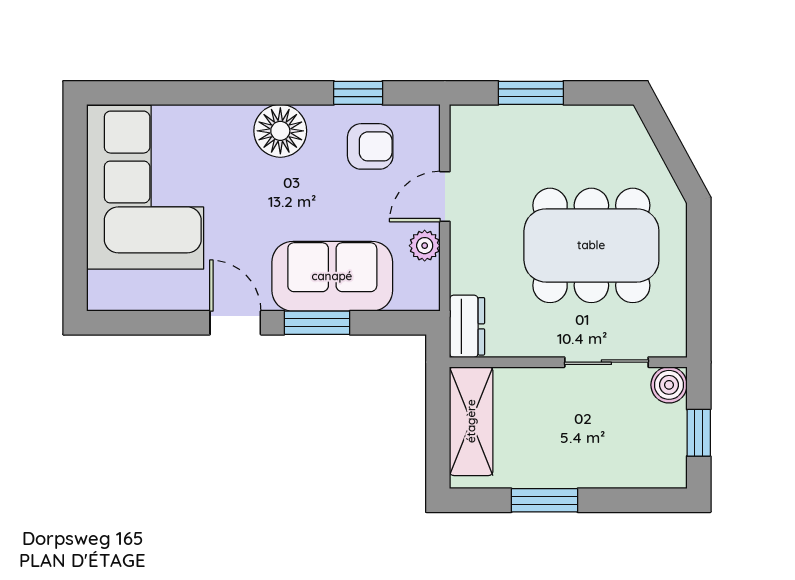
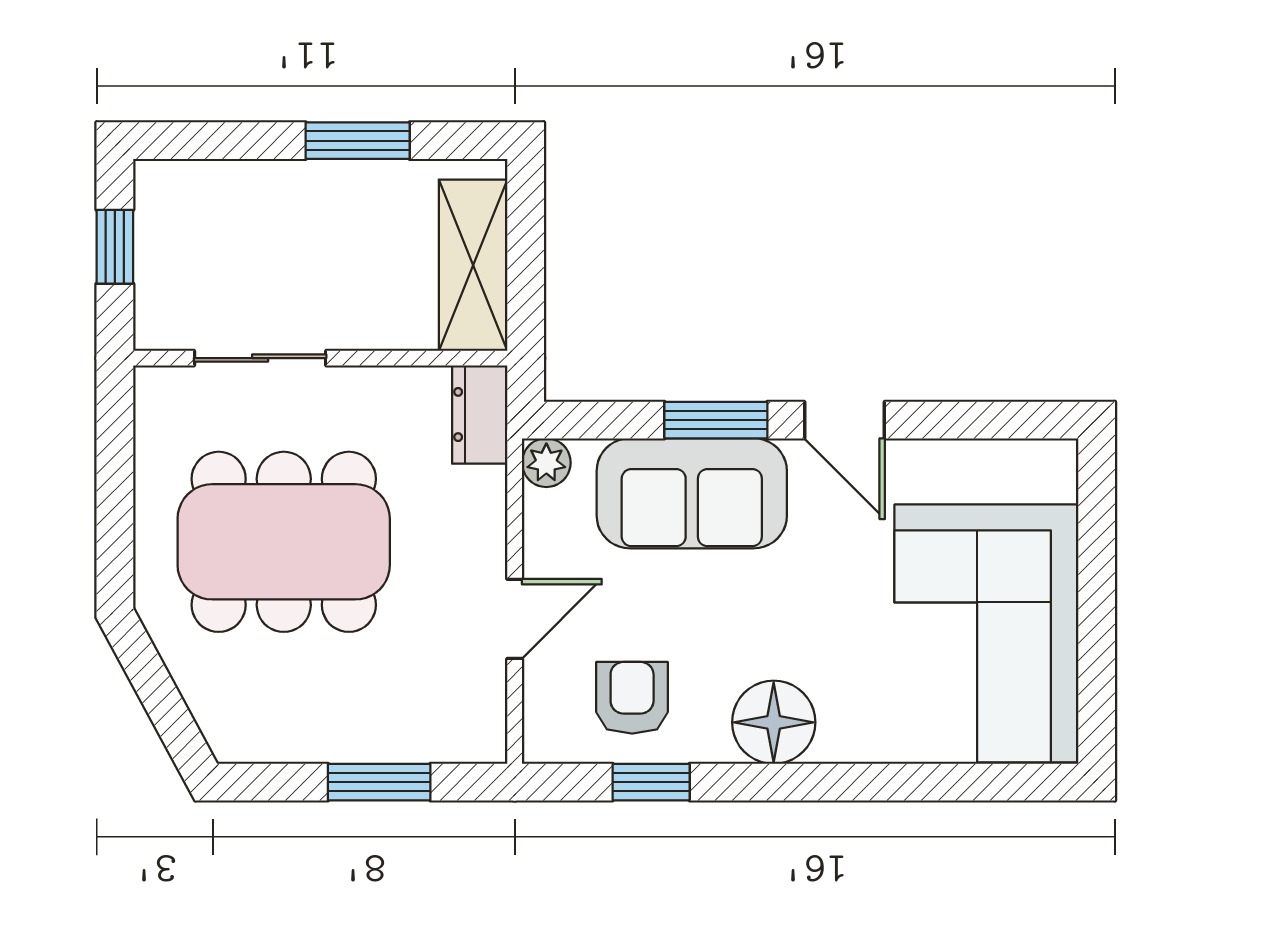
armchair: (370, 146) -> (632, 698), turned 90
plant: (425, 246) -> (546, 463), moved
boiler: (669, 385) -> (162, 322), removed

